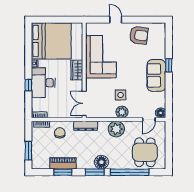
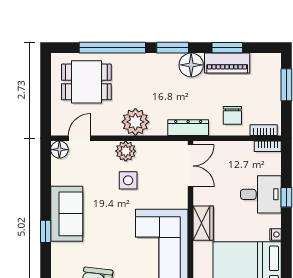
desk: (43, 83) -> (261, 194), width x0.73
dining table: (145, 152) -> (86, 82), turned 90
floor lamp: (101, 162) -> (191, 65), moved

